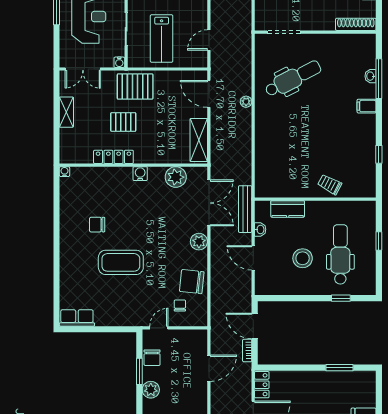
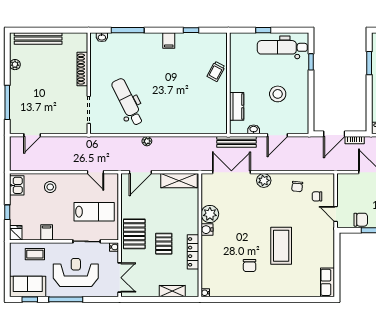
shoe rack: (356, 24) -> (82, 69), moved
washbasin: (371, 76) -> (102, 37), moved
filing cabinet: (367, 106) -> (169, 41), moved
shelving: (66, 112) -> (172, 291), moved
plant: (176, 177) -> (210, 214), moved
dental chair: (340, 254) -> (282, 47), moved
chair: (192, 282) -> (297, 187), width x0.54, depth x0.54

